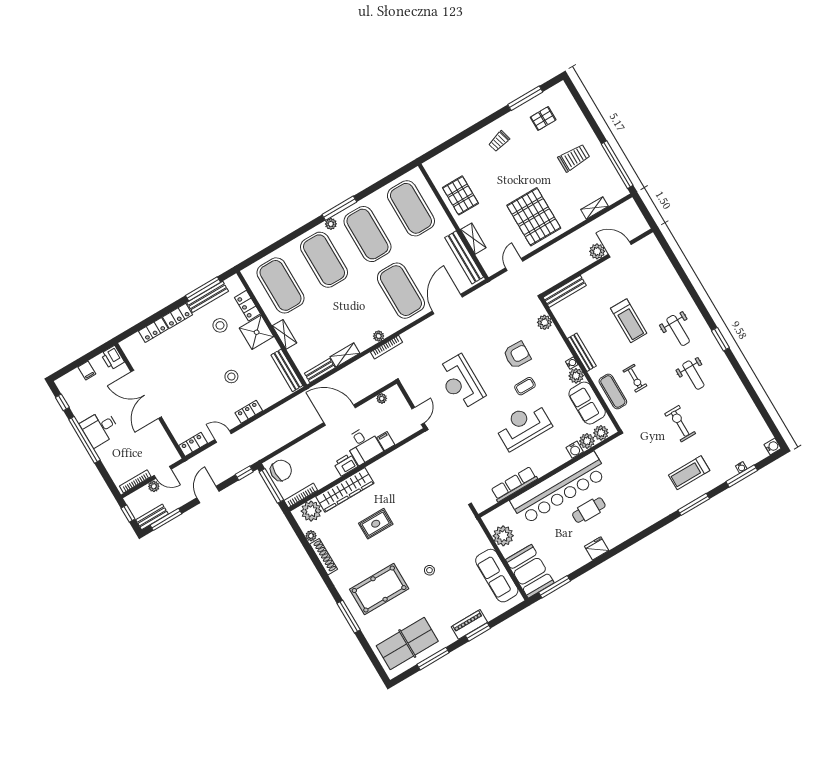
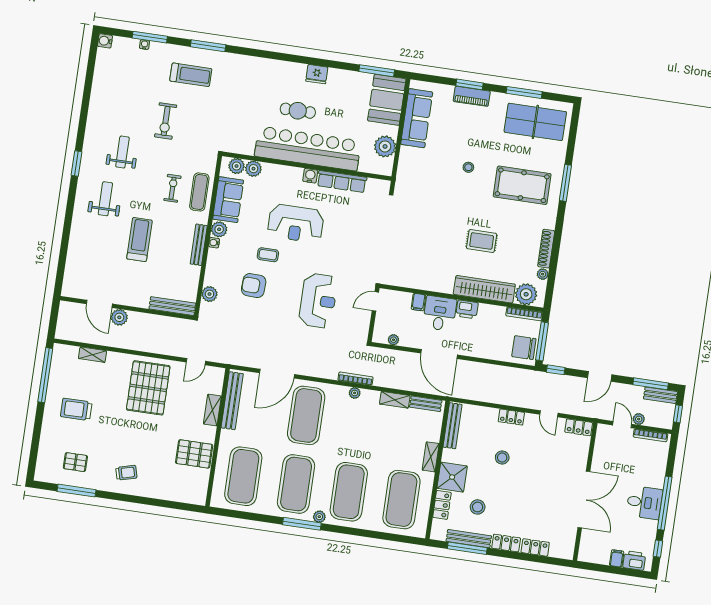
pallet: (460, 195) -> (194, 454), turned 90
printer: (113, 358) -> (634, 561), moved, turned -90
water cooler: (575, 450) -> (310, 176), moved

